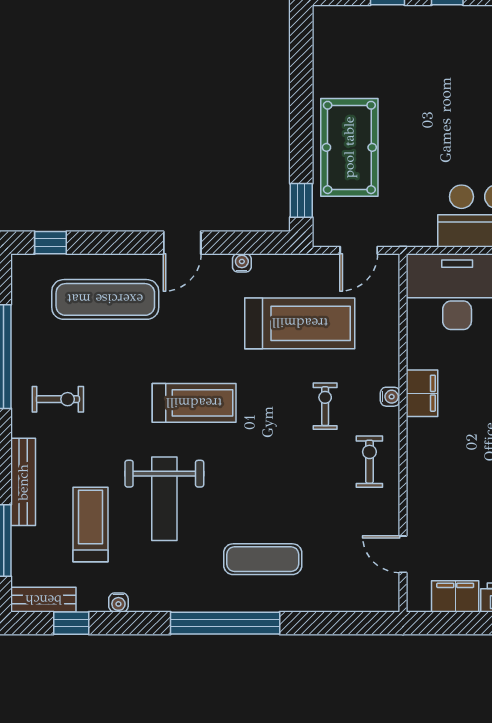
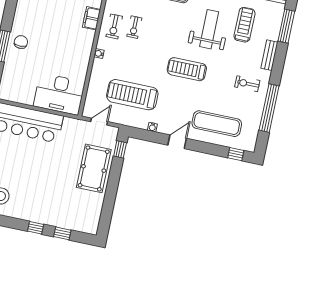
filing cabinet: (422, 393) -> (92, 18), moved
exercise bike: (325, 406) -> (134, 27), moved
bench: (23, 482) -> (269, 55), width x0.73
treadmill: (90, 525) -> (244, 25), turned 180

